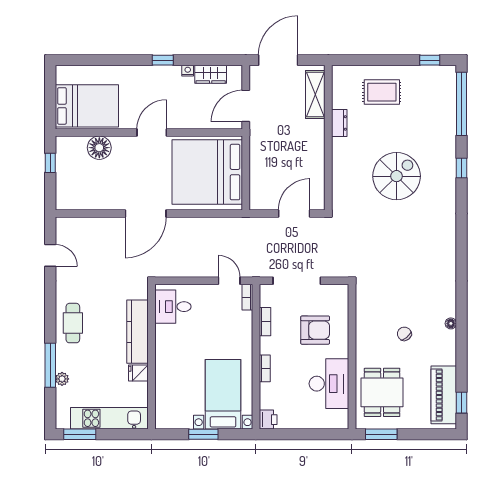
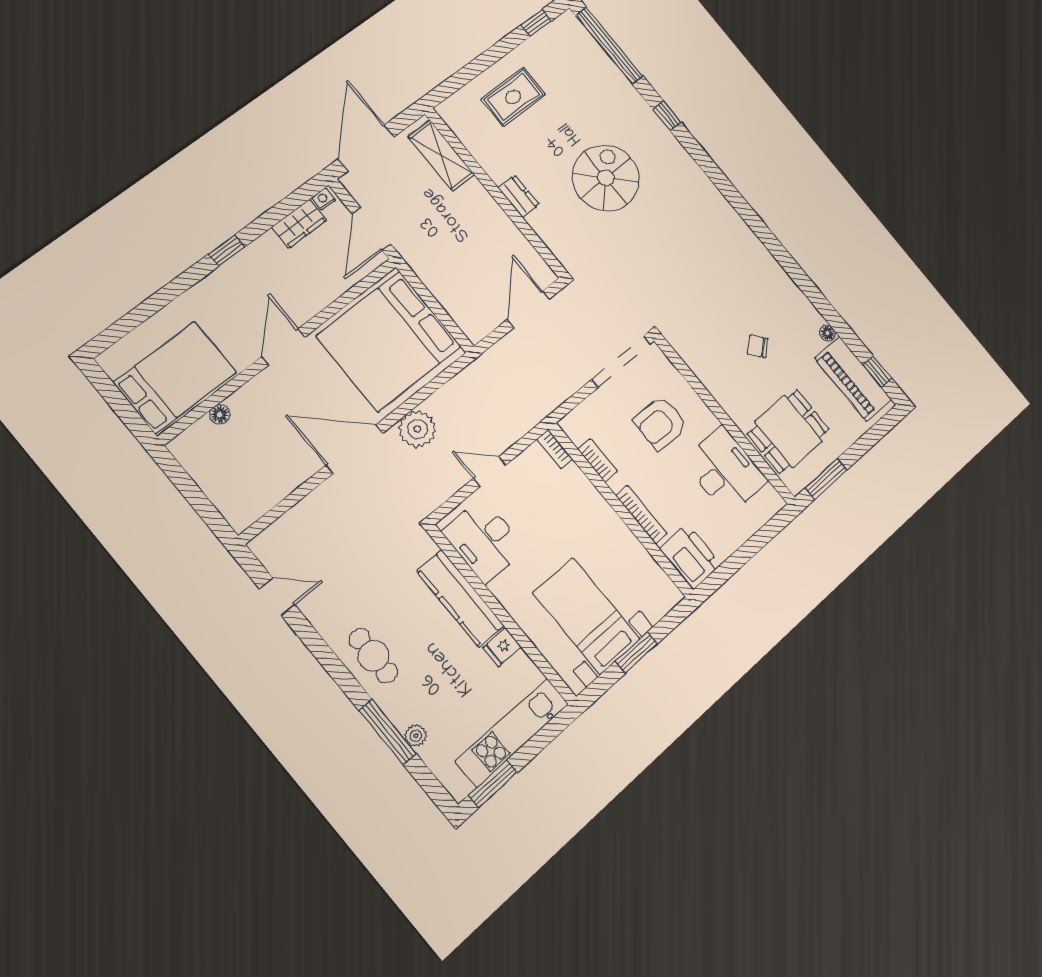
nightstand: (188, 71) -> (323, 199), moved
dresser: (339, 123) -> (519, 196), moved
floor lamp: (99, 148) -> (220, 415), width x0.53, depth x0.53
window: (50, 163) -> (184, 483), removed
door: (146, 213) -> (355, 449), swing flipped
plant: (185, 229) -> (417, 429), added
door: (229, 281) -> (490, 472), moved
doorway: (297, 281) -> (621, 362), moved
desk: (173, 307) -> (484, 540), width x1.37
floor lamp: (451, 323) -> (827, 333), moved
armchair: (315, 330) -> (660, 423), turned 180
bookcase: (265, 368) -> (641, 515), width x1.56
dining table: (382, 392) -> (788, 431), turned 90
bed with nightstands: (223, 394) -> (586, 616), moved
printer: (268, 420) -> (690, 557), width x1.87, depth x1.48

